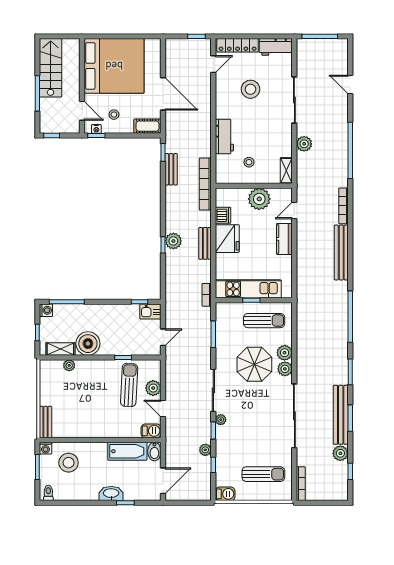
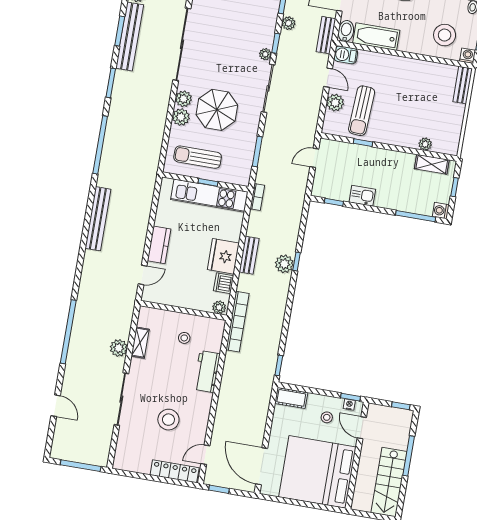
workbench: (276, 47) -> (132, 462), removed
door: (163, 94) -> (262, 466), moved
bench: (171, 169) -> (326, 35), moved
shelving: (286, 171) -> (140, 343), moved
plant: (259, 199) -> (219, 307), moved, width x0.53, depth x0.53
bookcase: (343, 206) -> (86, 271), removed
kitchen sink: (150, 311) -> (362, 196), moved
boiler: (88, 344) -> (400, 165), removed

